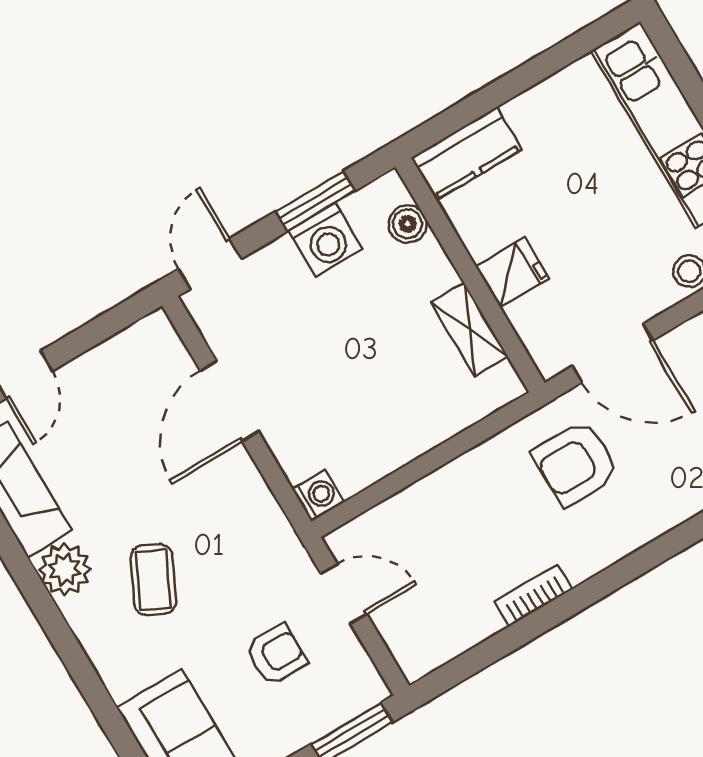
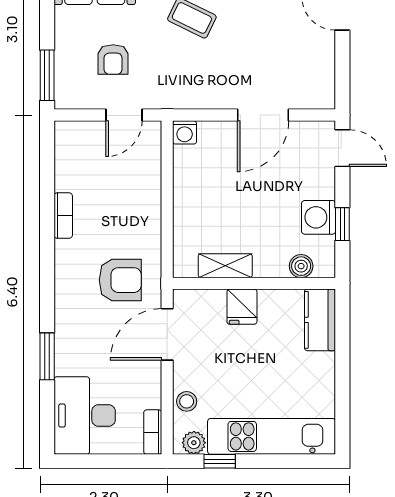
window: (315, 201) -> (342, 224), width x0.67
door: (229, 401) -> (263, 115), swing flipped
armchair: (576, 463) -> (120, 280), turned 90

